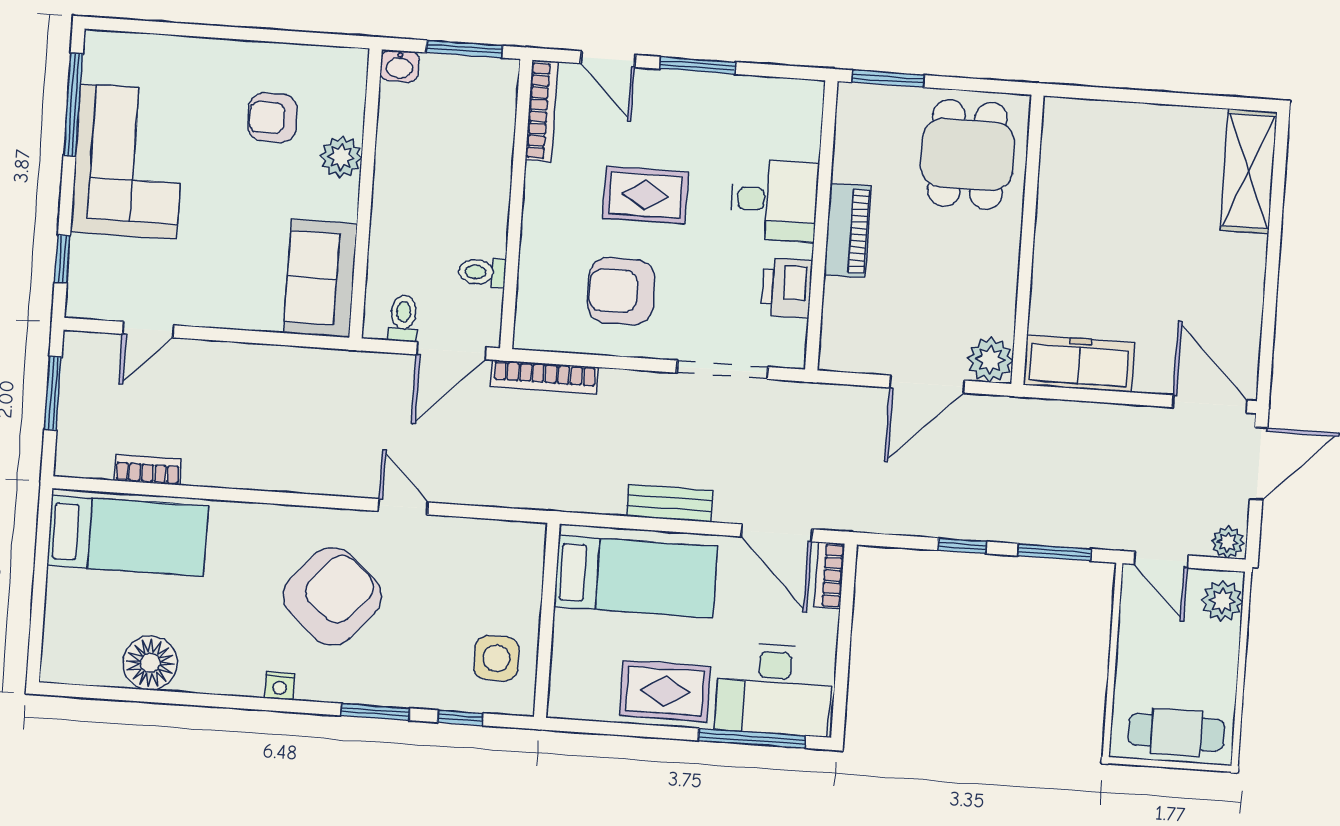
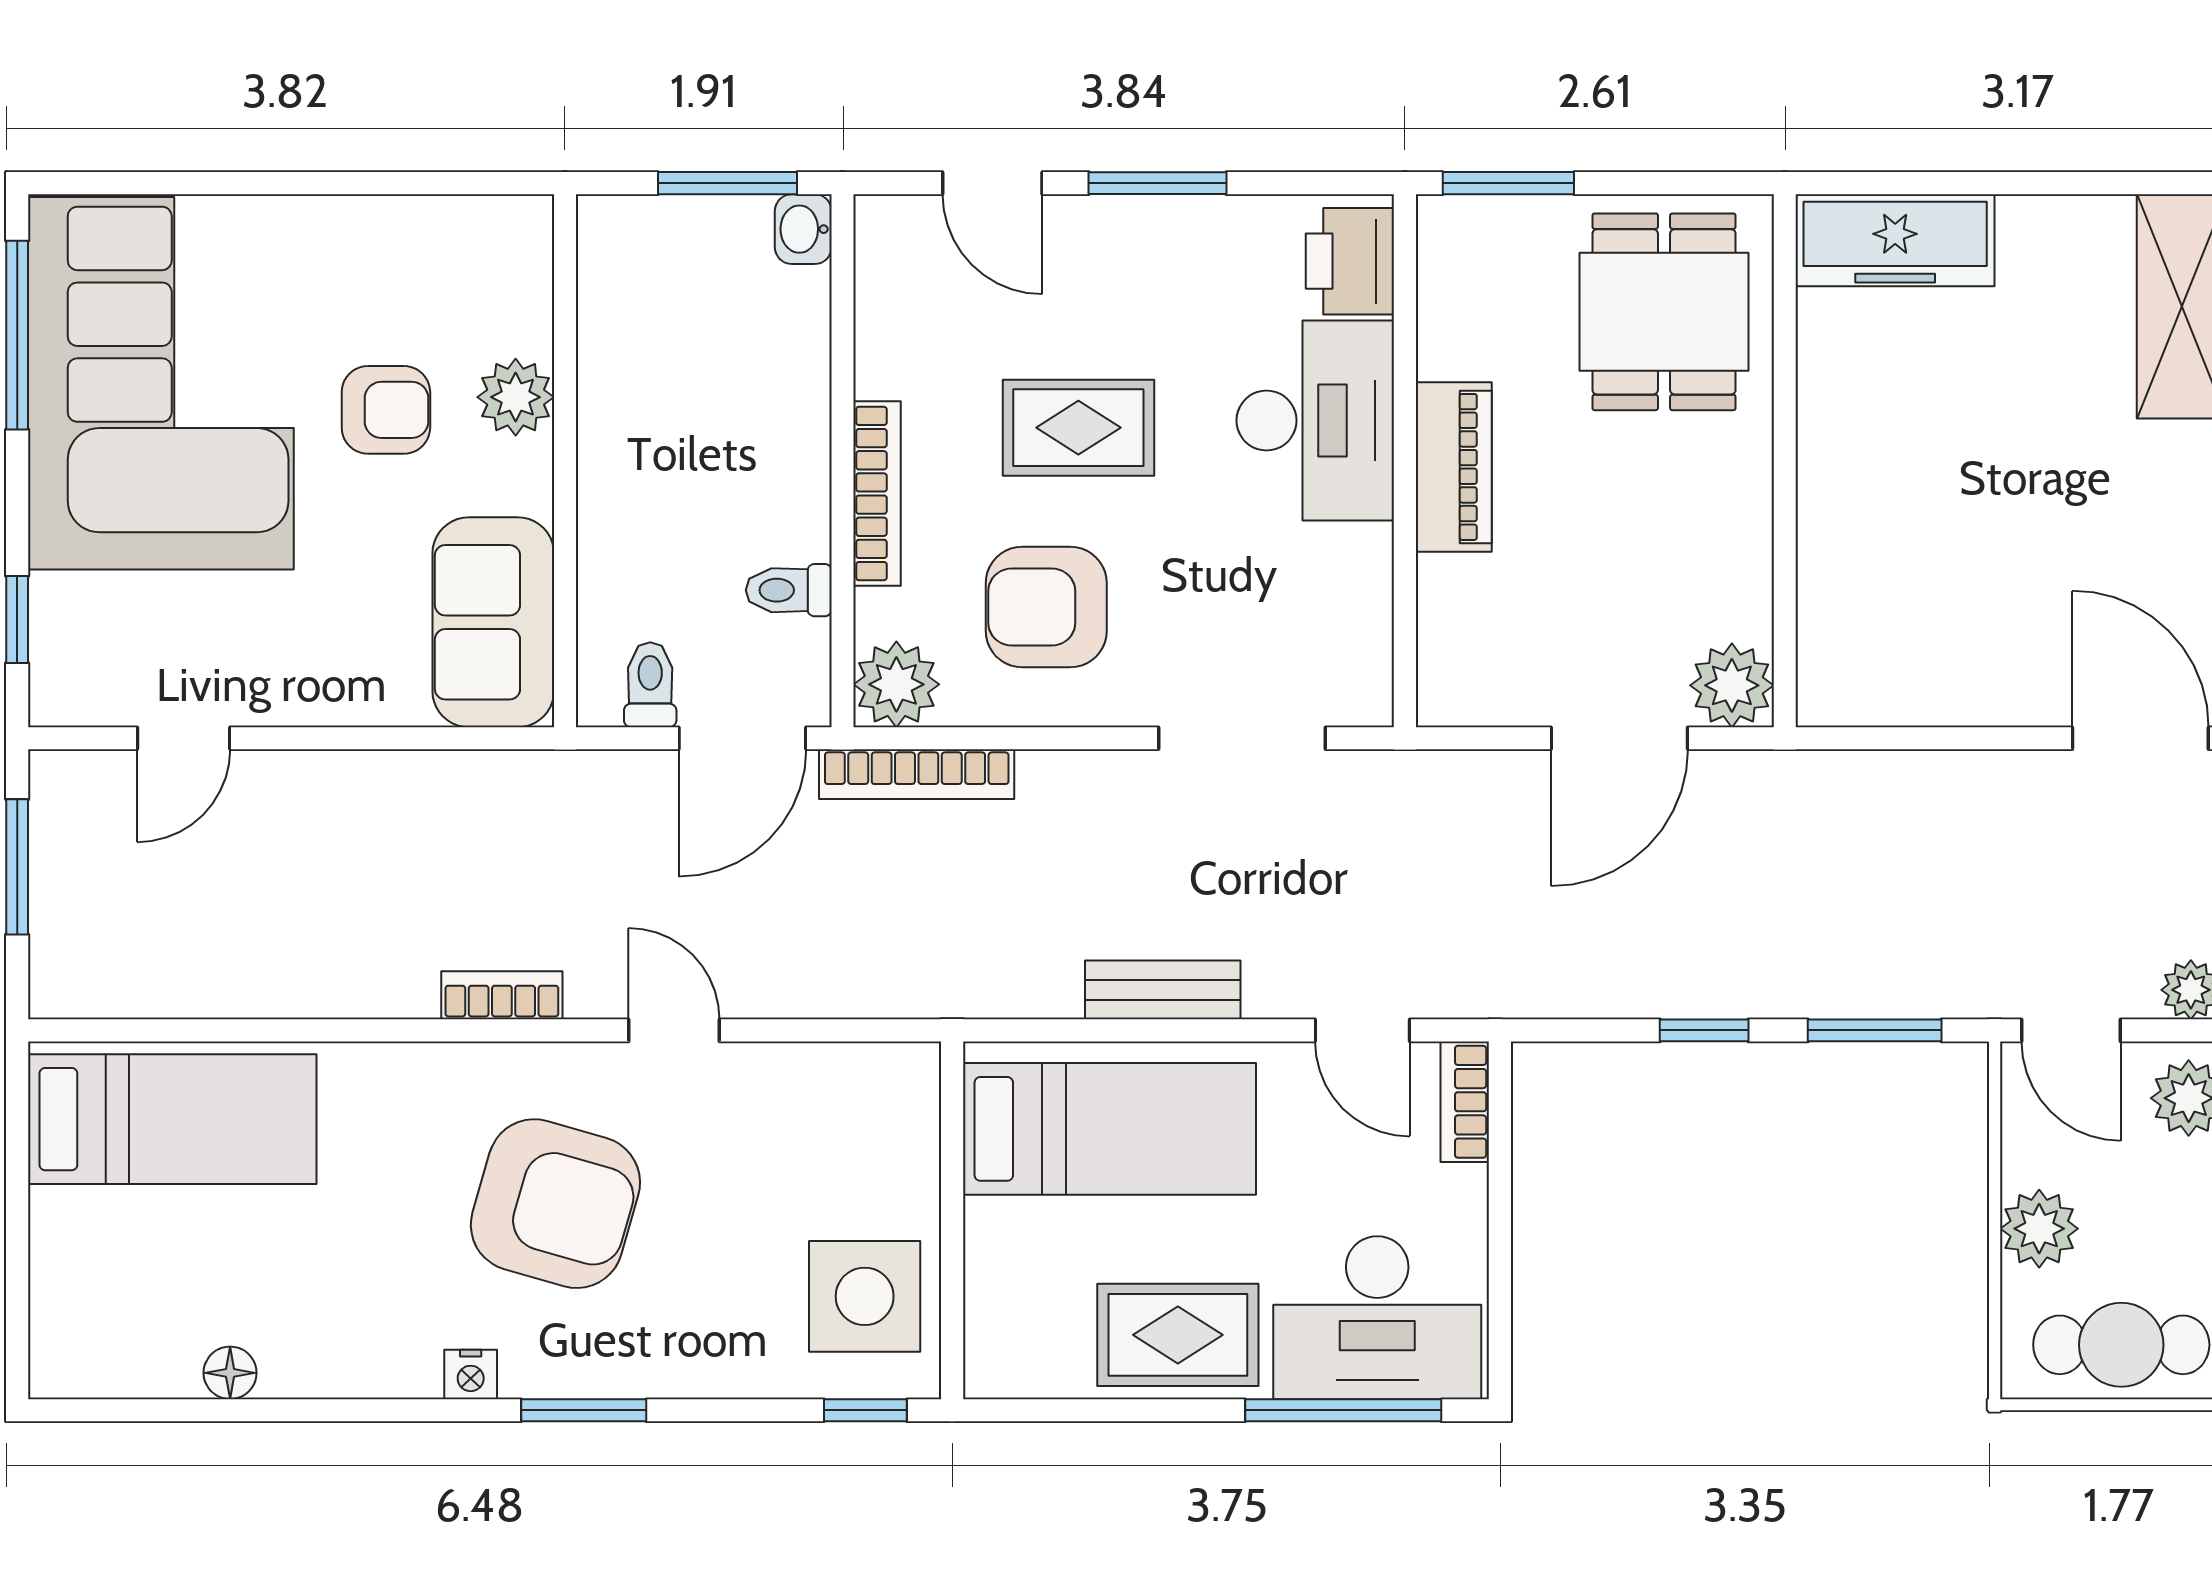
washbasin: (400, 66) -> (803, 229), moved, turned 90
bookcase: (542, 111) -> (877, 494), moved
armchair: (273, 118) -> (386, 410), moved, turned 180
corner sofa: (128, 162) -> (161, 383), width x1.36, depth x1.36
desk: (774, 200) -> (1315, 421), width x1.37
printer: (787, 288) -> (1350, 261), moved
plant: (537, 327) -> (896, 684), added
freezer: (1079, 364) -> (1895, 240), moved, turned 180
bookcase: (148, 470) -> (502, 995), moved
door: (777, 533) -> (1362, 1030), width x0.73
armchair: (332, 596) -> (555, 1204), turned 65
side table: (496, 658) -> (865, 1296), width x1.37, depth x1.37
floor lamp: (150, 663) -> (230, 1373), width x0.53, depth x0.53
plant: (1136, 666) -> (2039, 1229), added
window: (375, 712) -> (584, 1410), moved
window: (460, 718) -> (865, 1410), moved

